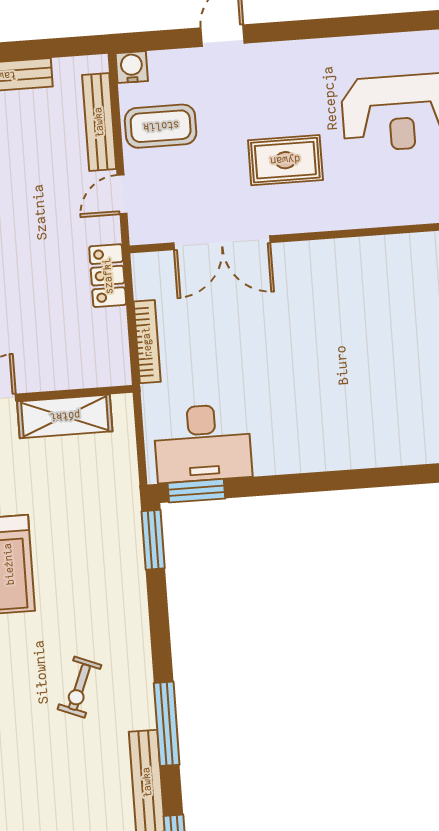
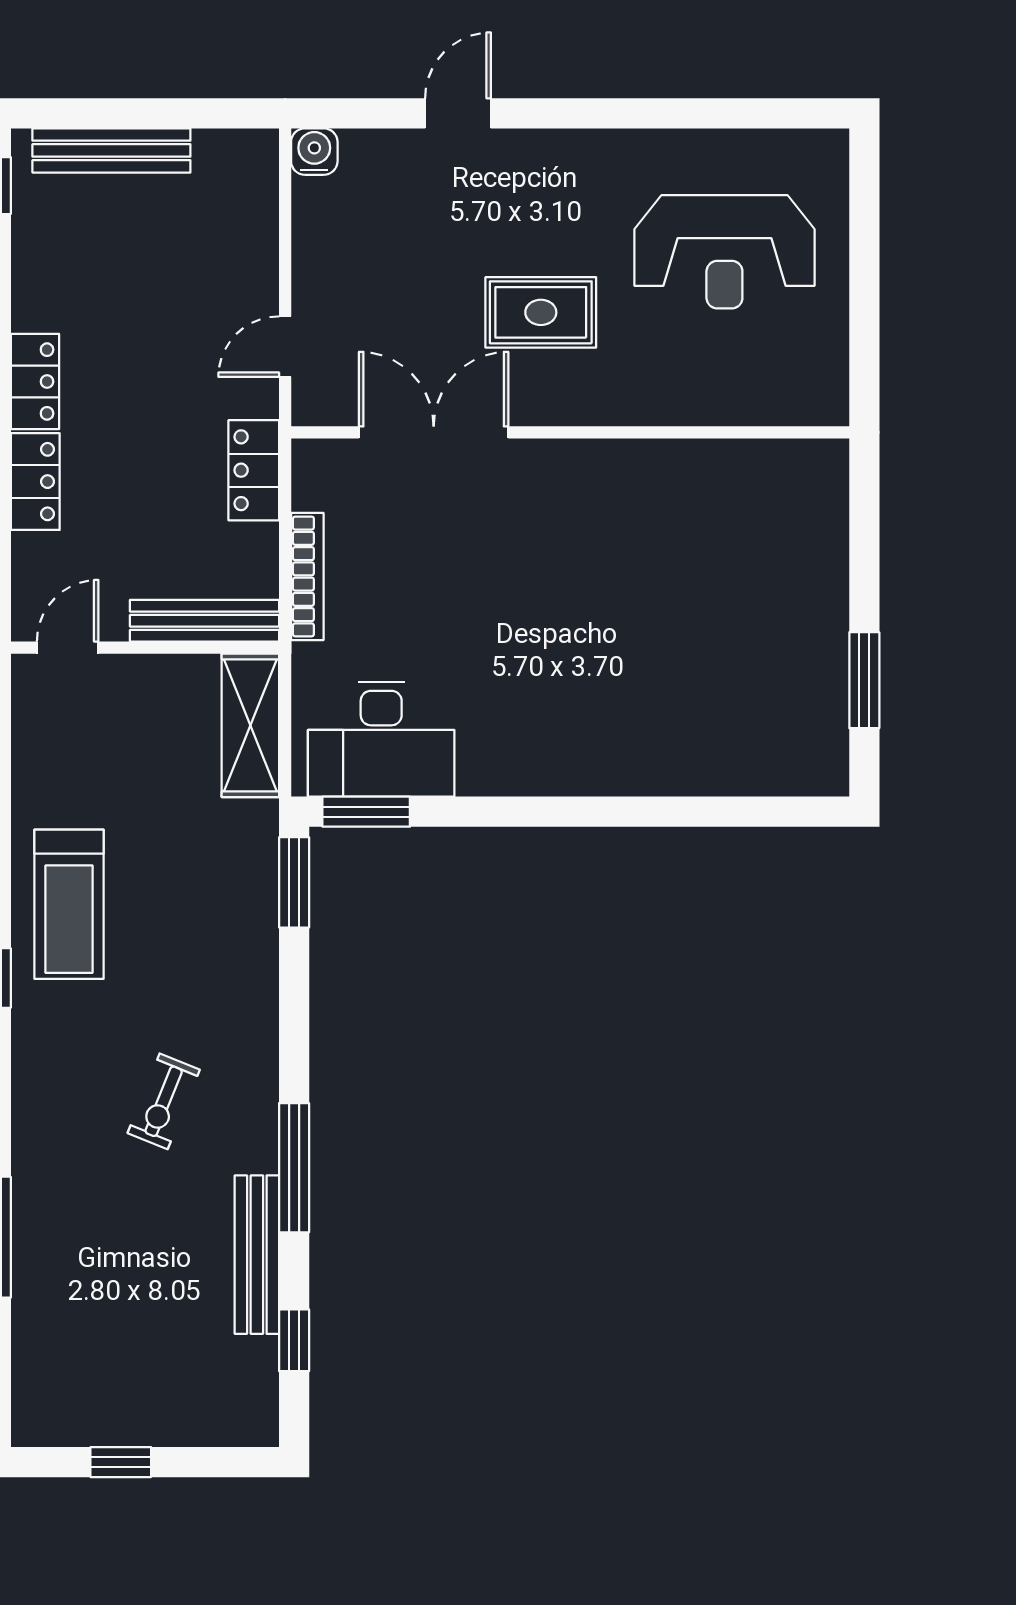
bench: (99, 122) -> (204, 621), moved, turned 90
coffee table: (161, 126) -> (352, 246), removed
double door: (222, 243) -> (434, 432), swing flipped
shelving: (65, 416) -> (250, 725), moved, turned 90

